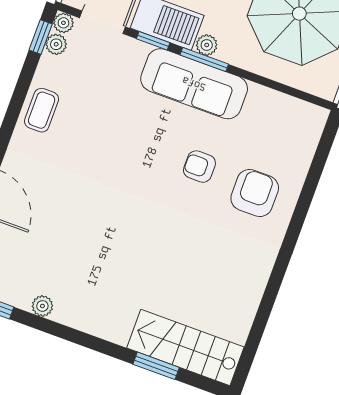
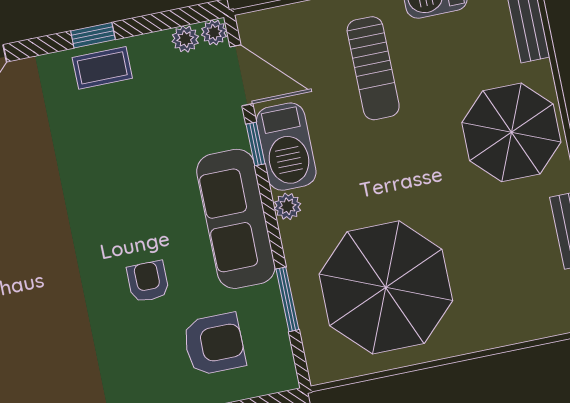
window: (41, 37) -> (93, 35), moved
window: (204, 59) -> (287, 299), moved
armchair: (255, 193) -> (214, 344), moved

